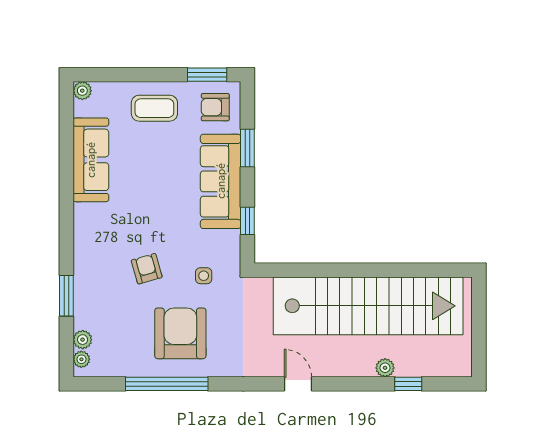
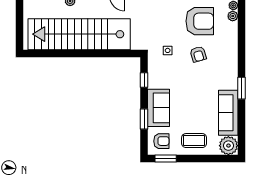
plant: (82, 91) -> (228, 146), width x1.88, depth x1.88
sofa: (221, 181) -> (158, 108), width x0.73
window: (66, 296) -> (241, 88), moved
armchair: (180, 333) -> (200, 21), moved, turned -90

